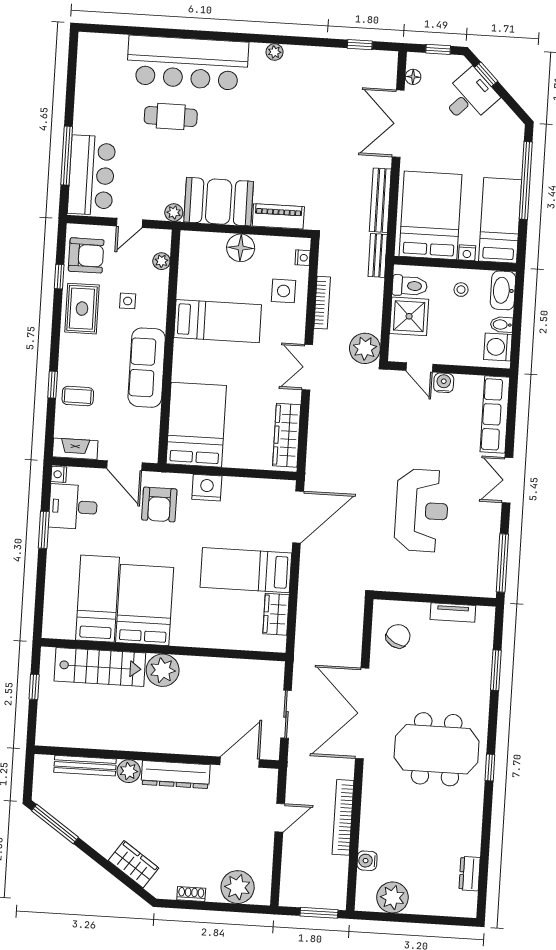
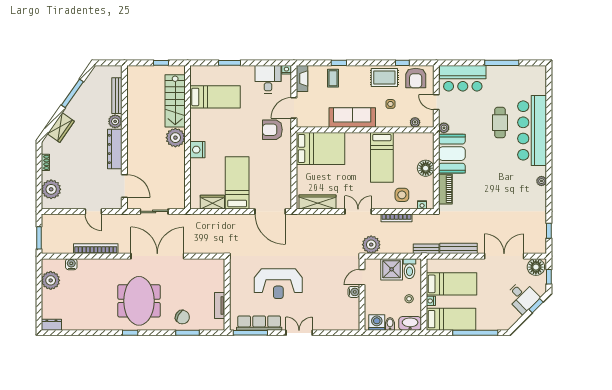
floor lamp: (413, 77) -> (536, 267), width x1.89, depth x1.89
window: (67, 156) -> (502, 63), moved
bed: (431, 215) -> (451, 284), width x0.67
row of seats: (495, 415) -> (259, 323), moved
nightstand: (207, 488) -> (197, 150), moved, turned 180
window: (44, 530) -> (230, 63), moved
bed: (145, 605) -> (213, 125), removed
chair: (398, 636) -> (182, 317), moved
window: (55, 824) -> (72, 93), moved
dresser: (470, 874) -> (51, 325), moved

